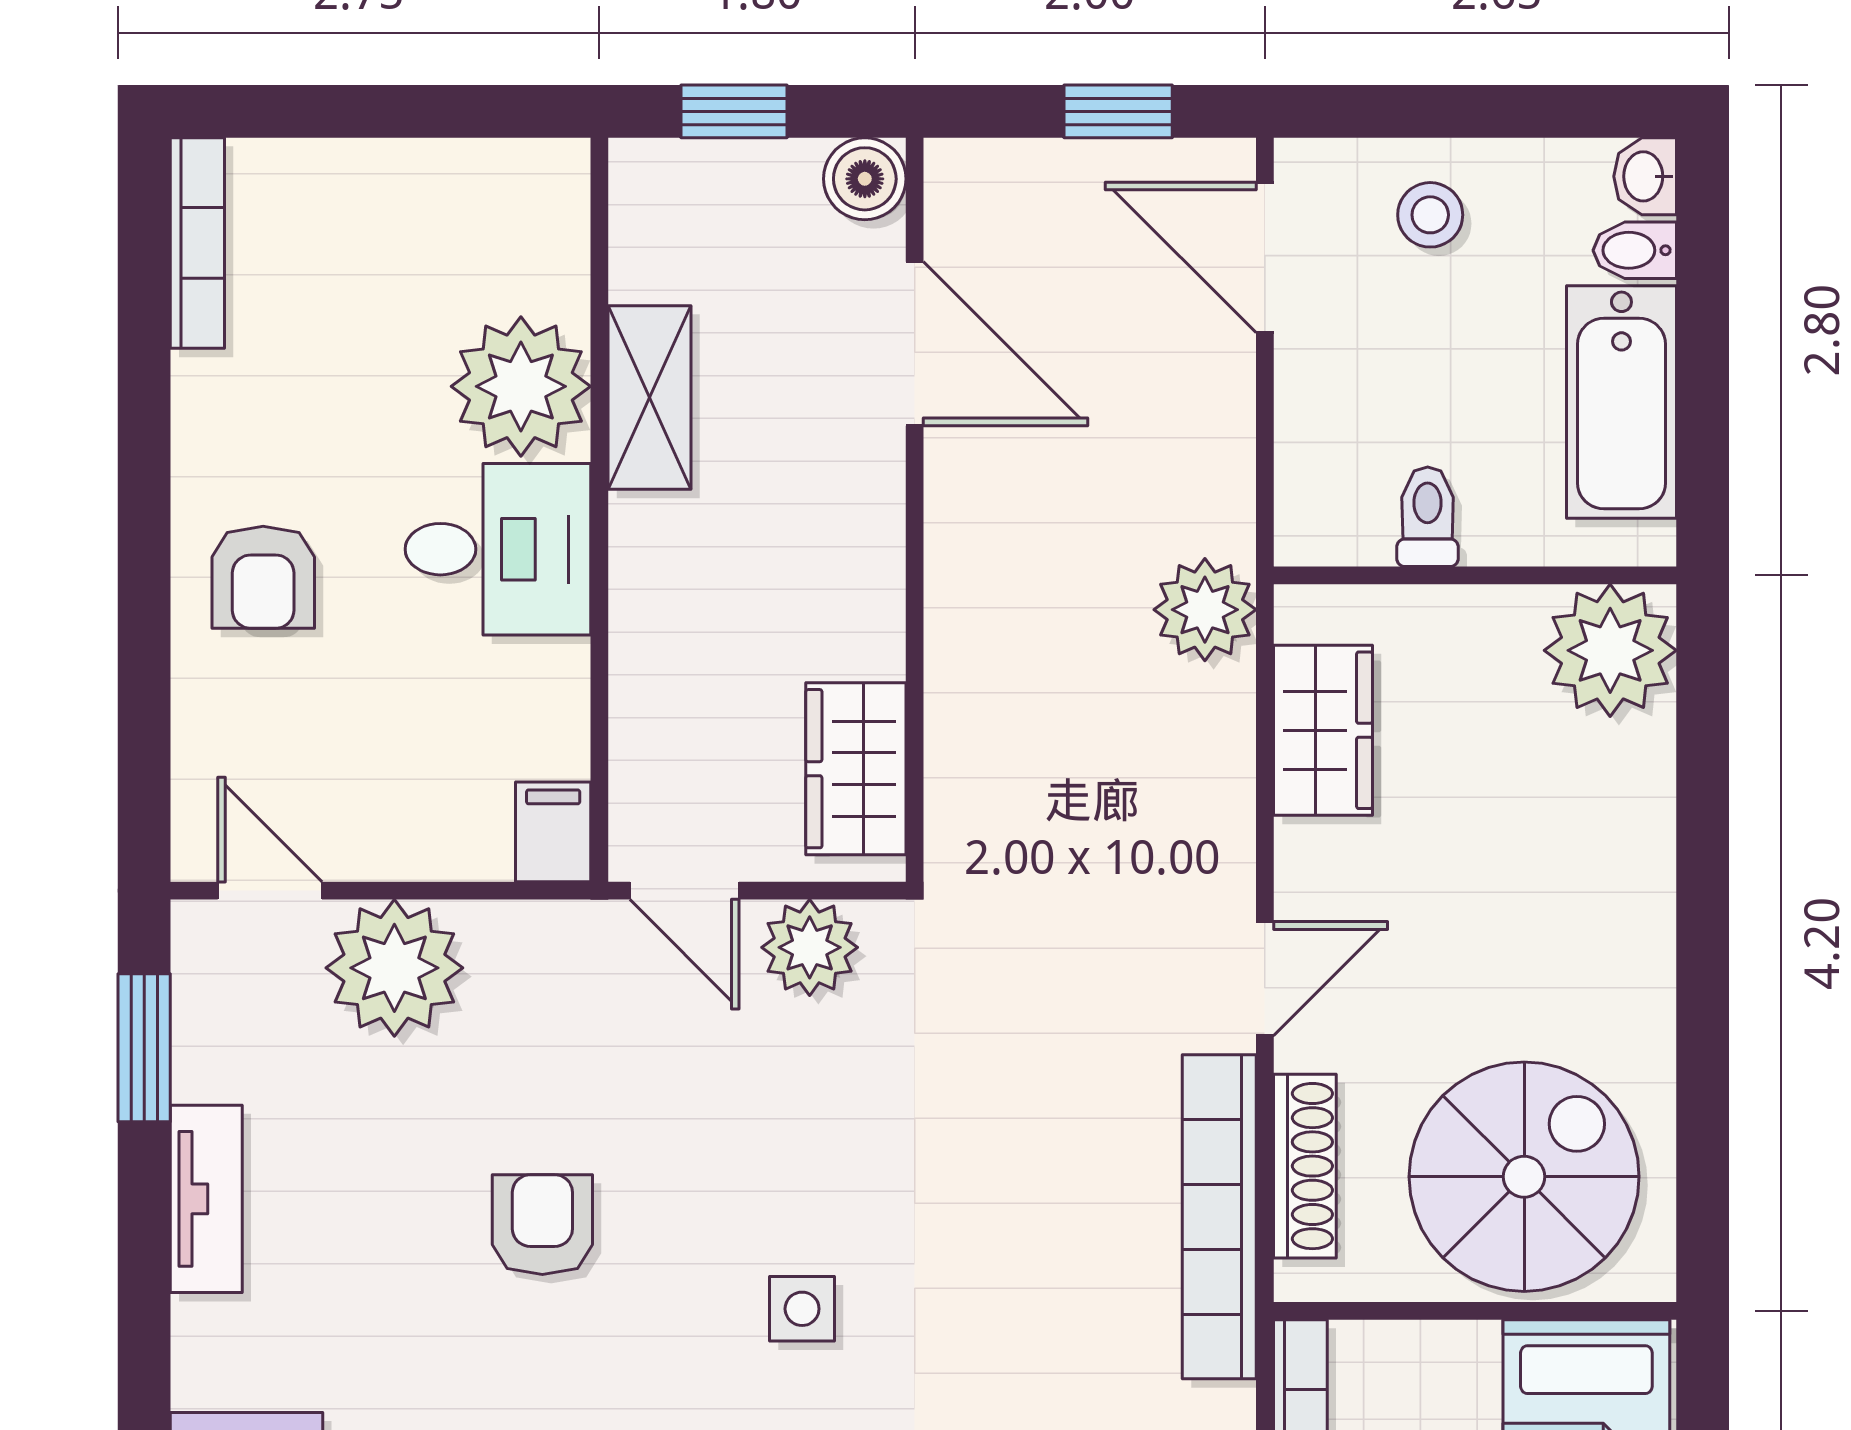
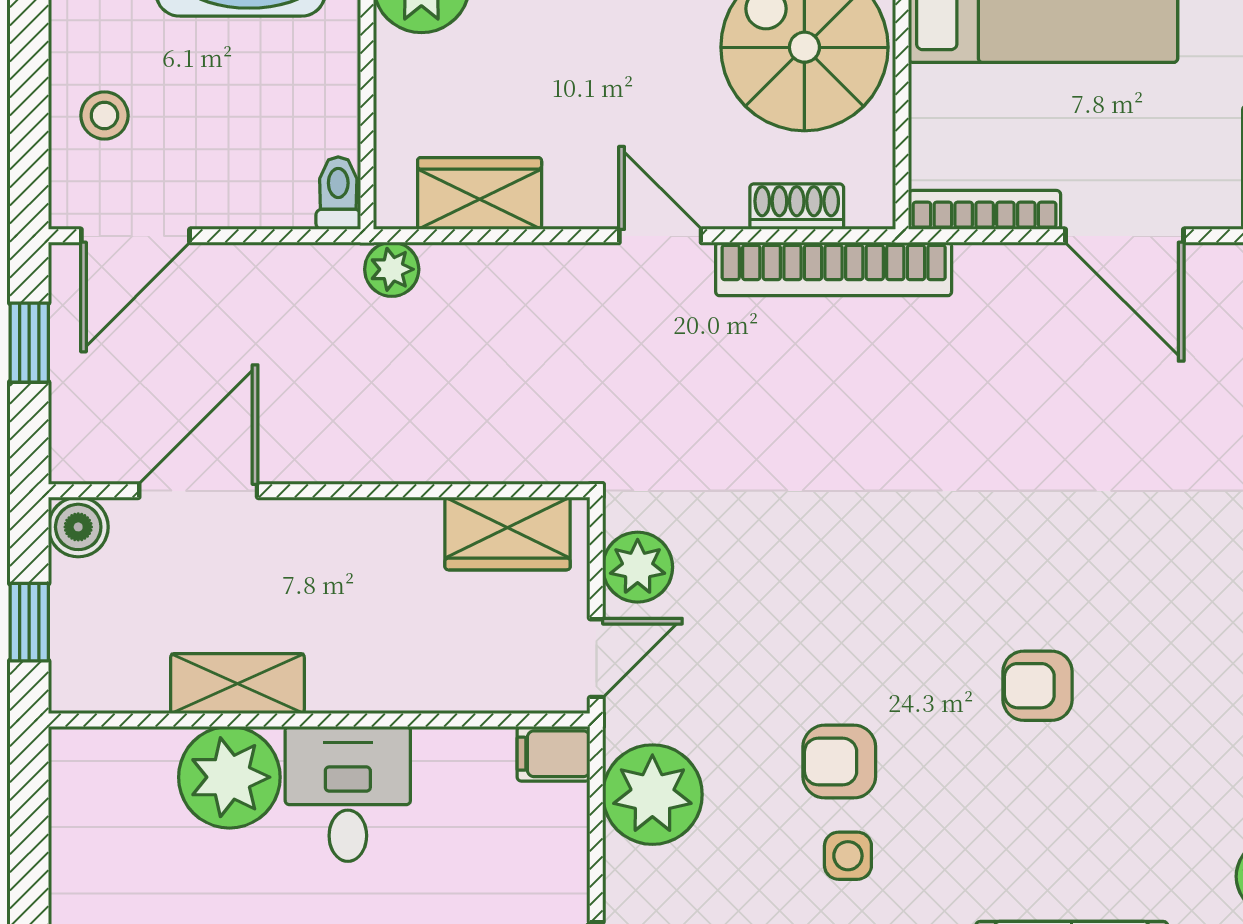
toilet: (1428, 517) -> (338, 193), moved, turned 90
plant: (1205, 610) -> (392, 269), width x0.73, depth x0.73
plant: (394, 968) -> (652, 795), moved
shoe rack: (1305, 1166) -> (797, 207), width x0.70
side table: (802, 1309) -> (848, 856), moved

